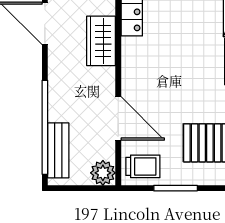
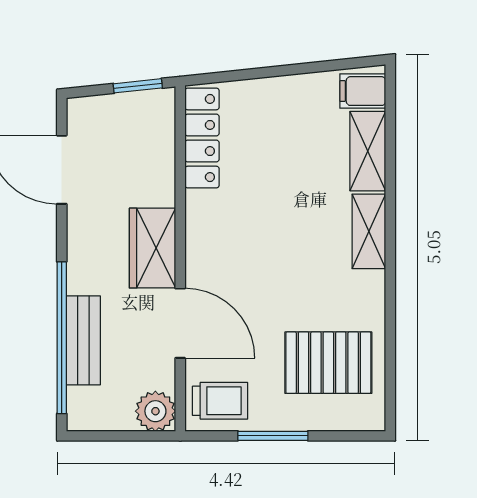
wardrobe: (101, 41) -> (152, 248), moved
bench: (58, 150) -> (83, 340), moved

